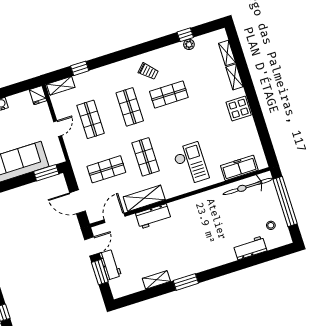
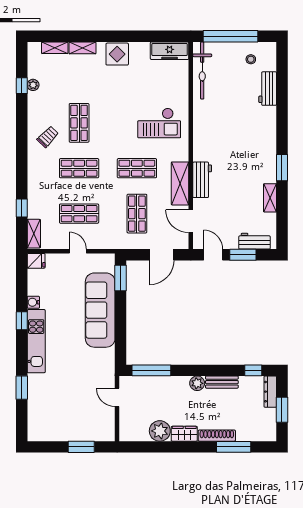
checkout: (191, 164) -> (159, 123), turned 180
freezer: (239, 168) -> (170, 51), moved, turned -90
workbench: (110, 265) -> (255, 241), moved

